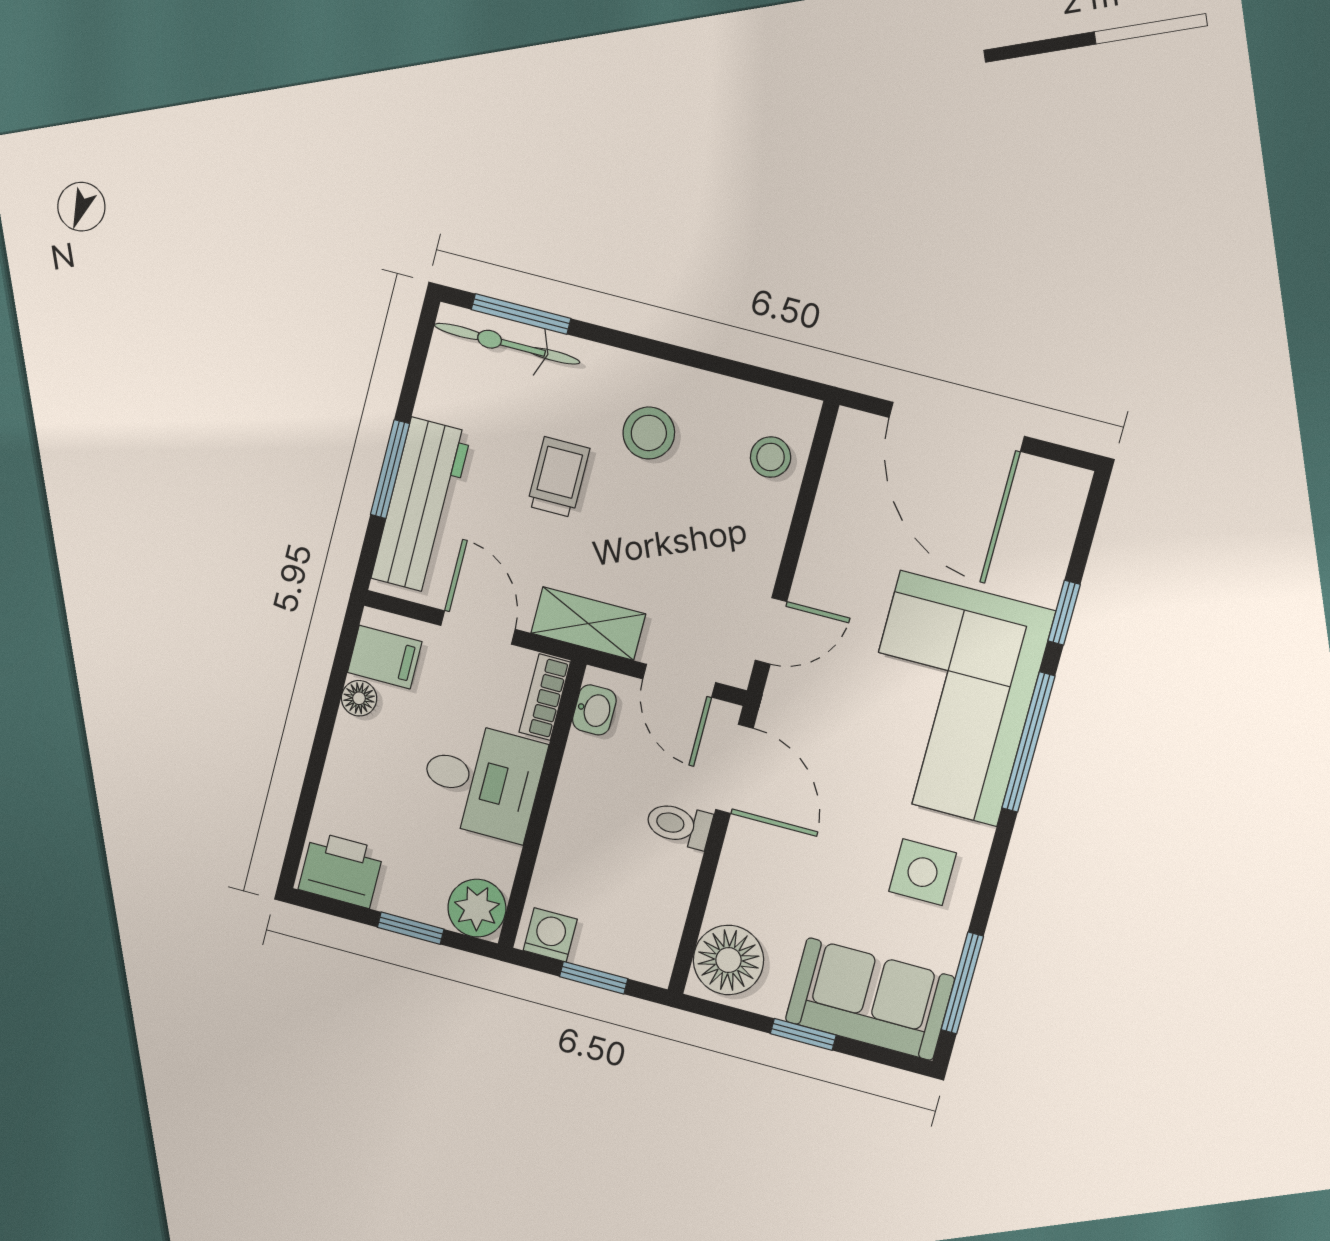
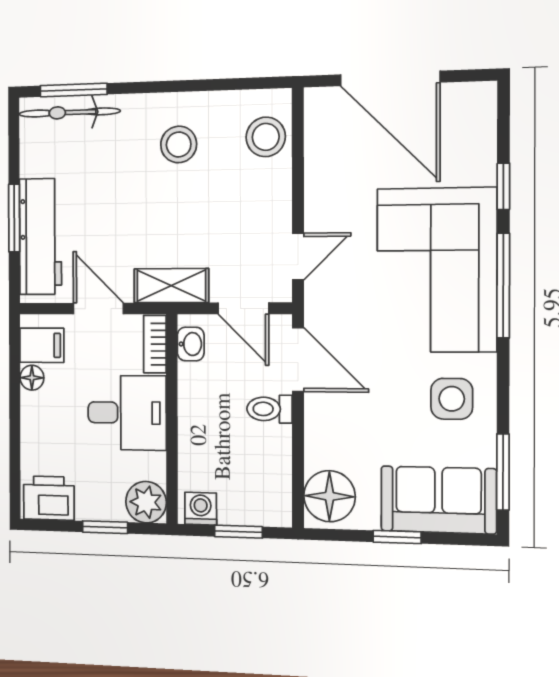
stool: (771, 457) -> (266, 137), width x1.37, depth x1.37
trolley: (558, 477) -> (126, 192), removed

